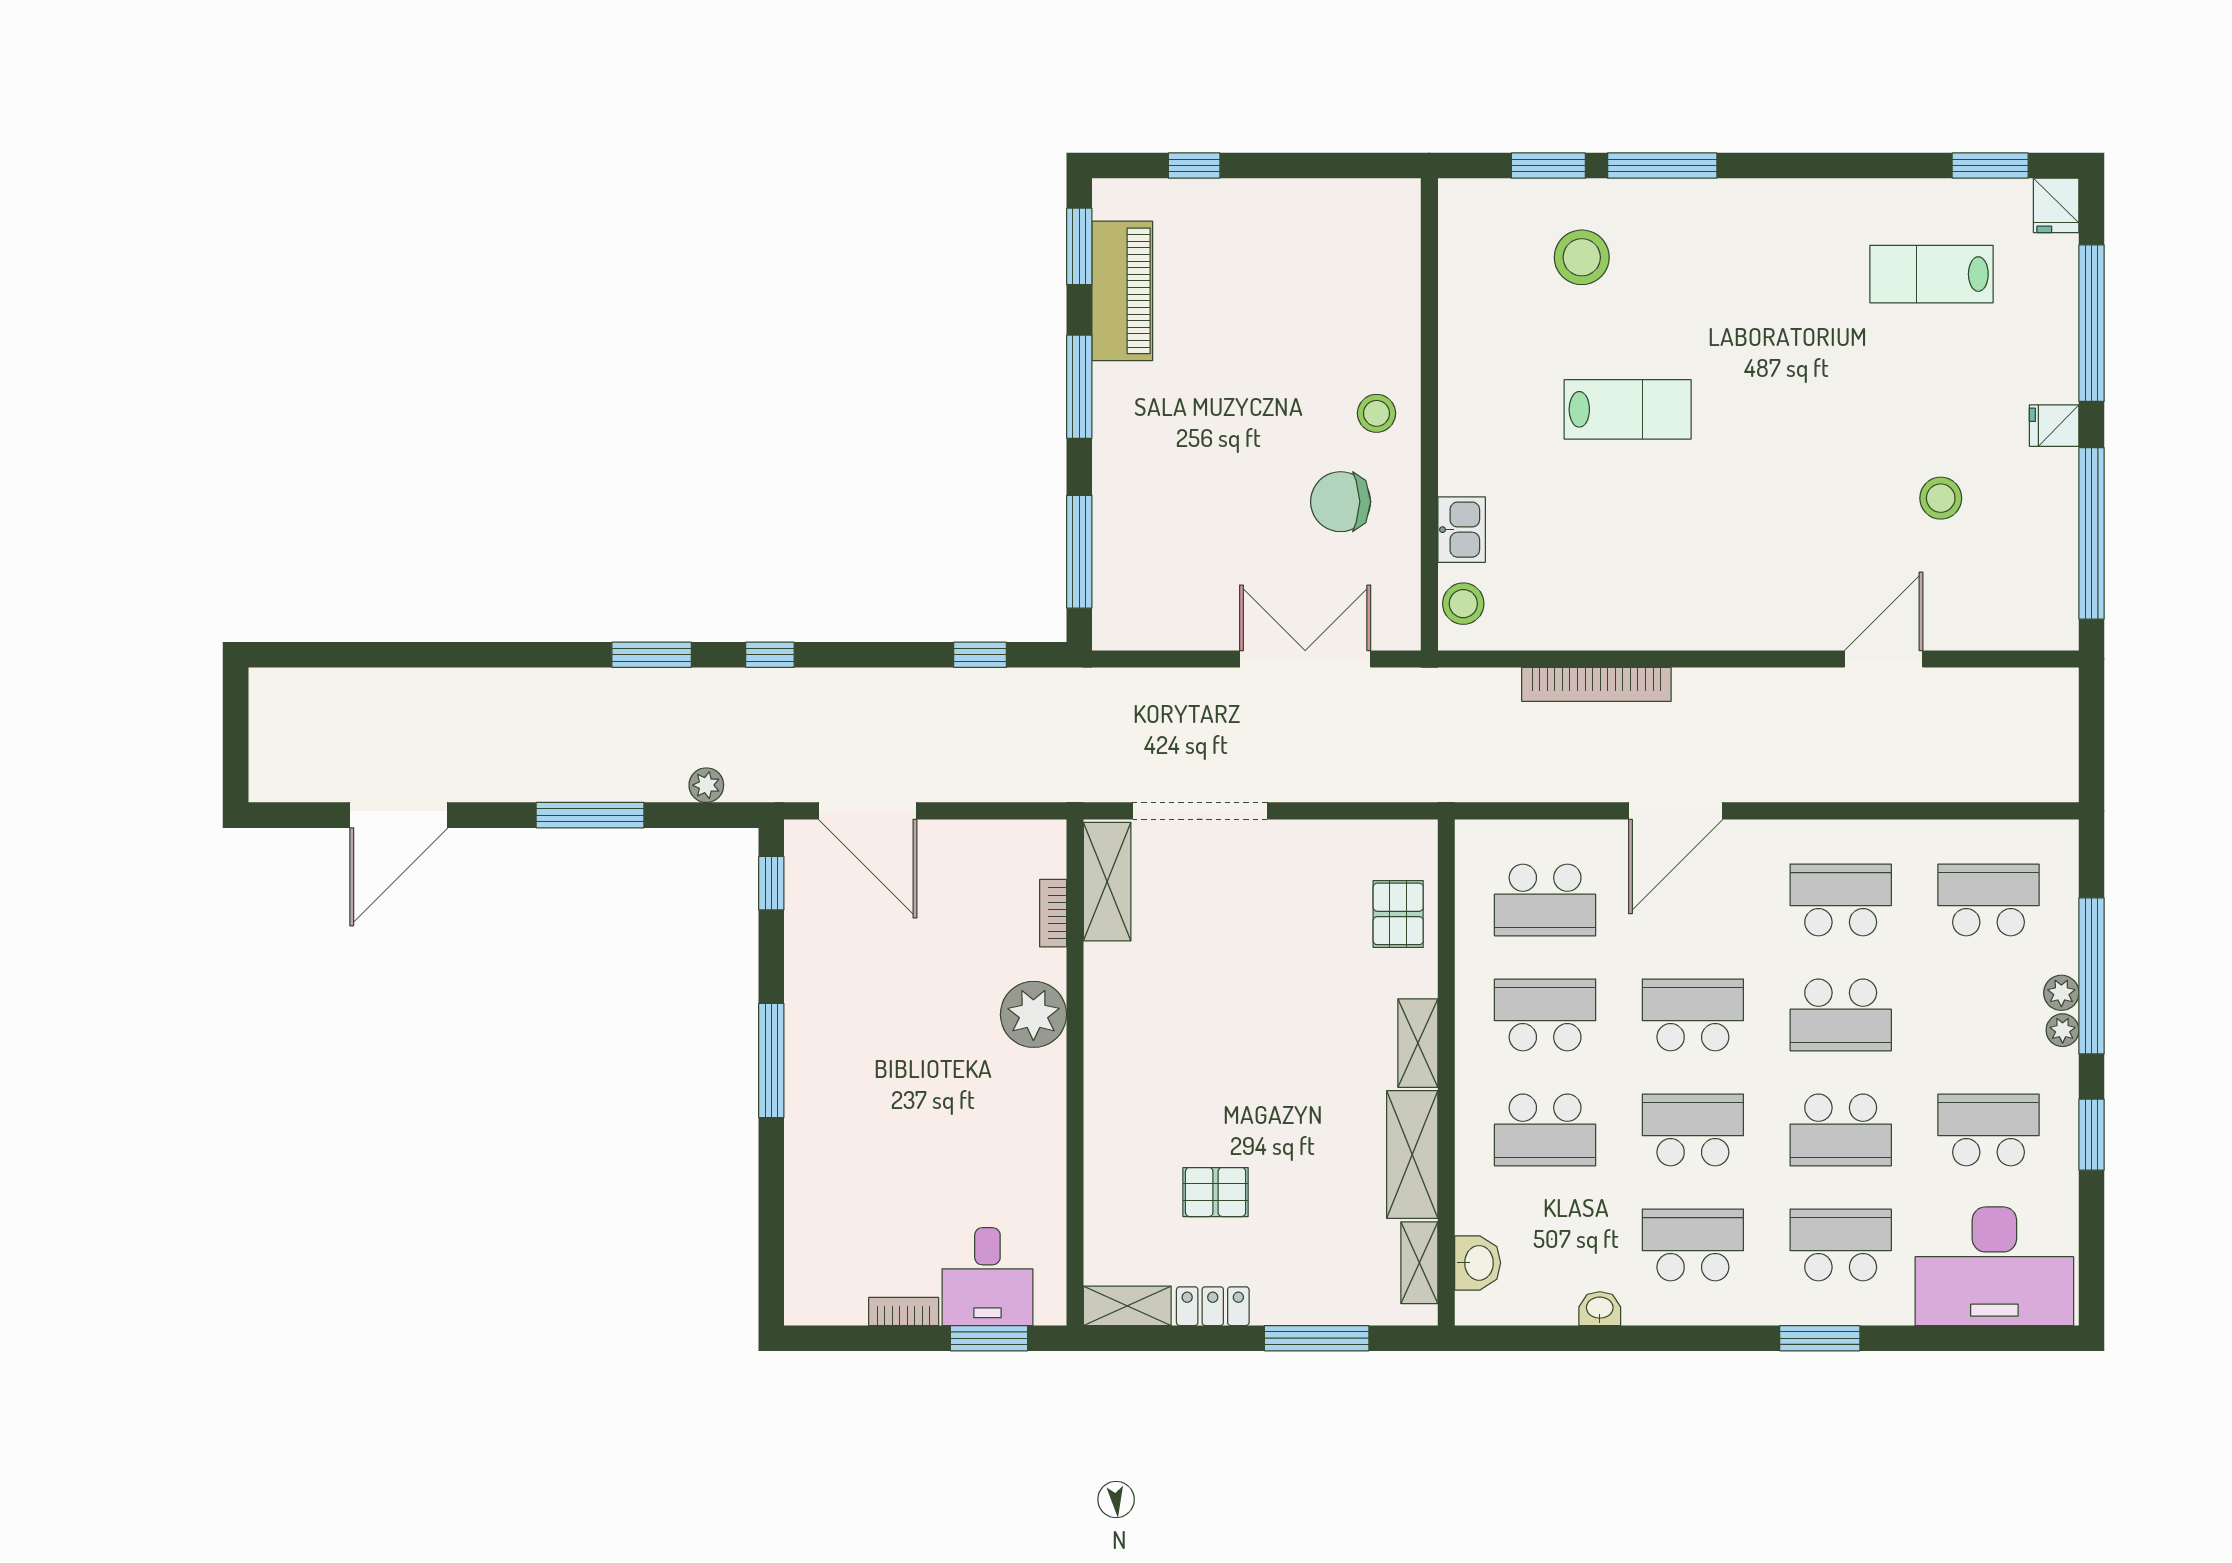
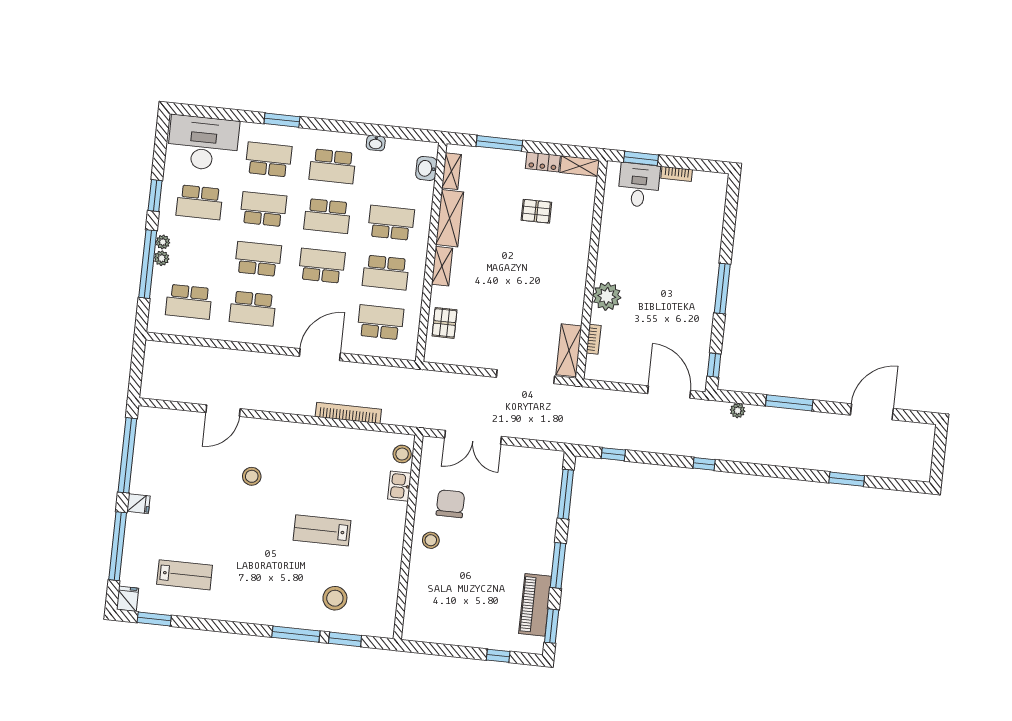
stool: (1941, 498) -> (252, 476), moved
chair: (1341, 502) -> (450, 504), turned -90
window: (652, 655) -> (847, 479), moved
school desk: (1693, 1015) -> (322, 266), turned 180
school desk: (1841, 1245) -> (269, 159), turned 180

